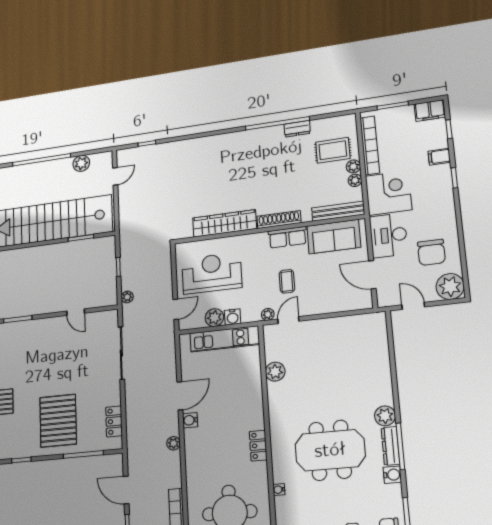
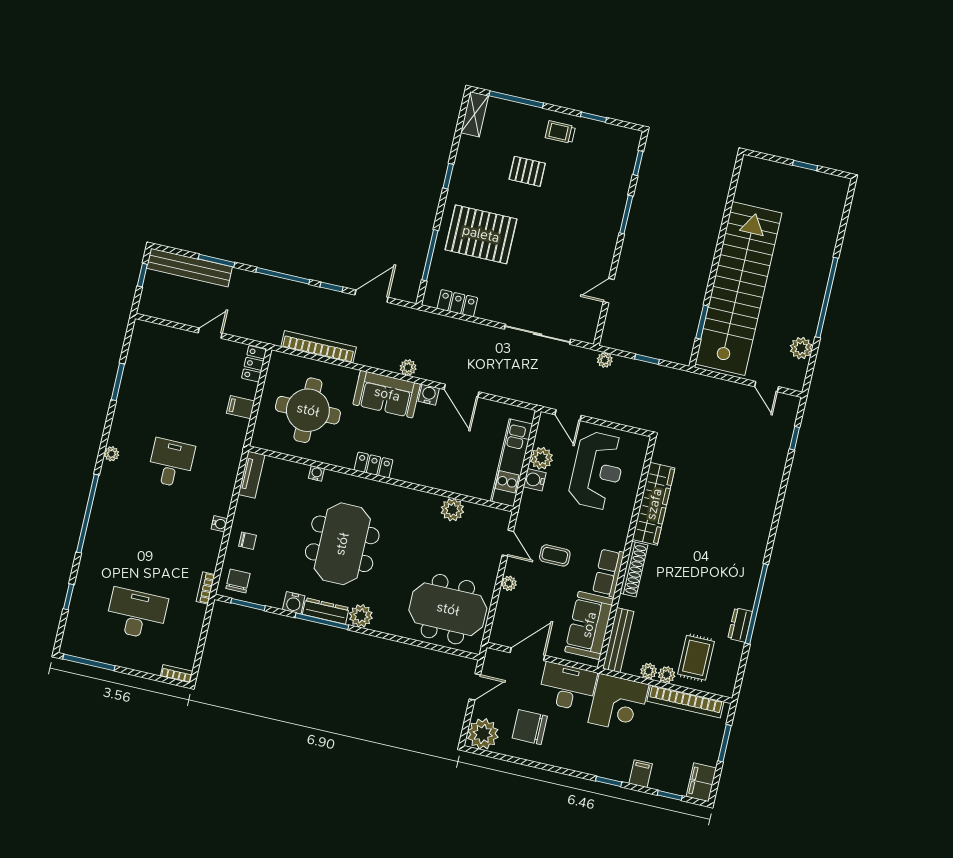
plant: (268, 314) -> (509, 583), moved
meeting table: (356, 348) -> (448, 609), added
sofa: (199, 453) -> (387, 394), added

